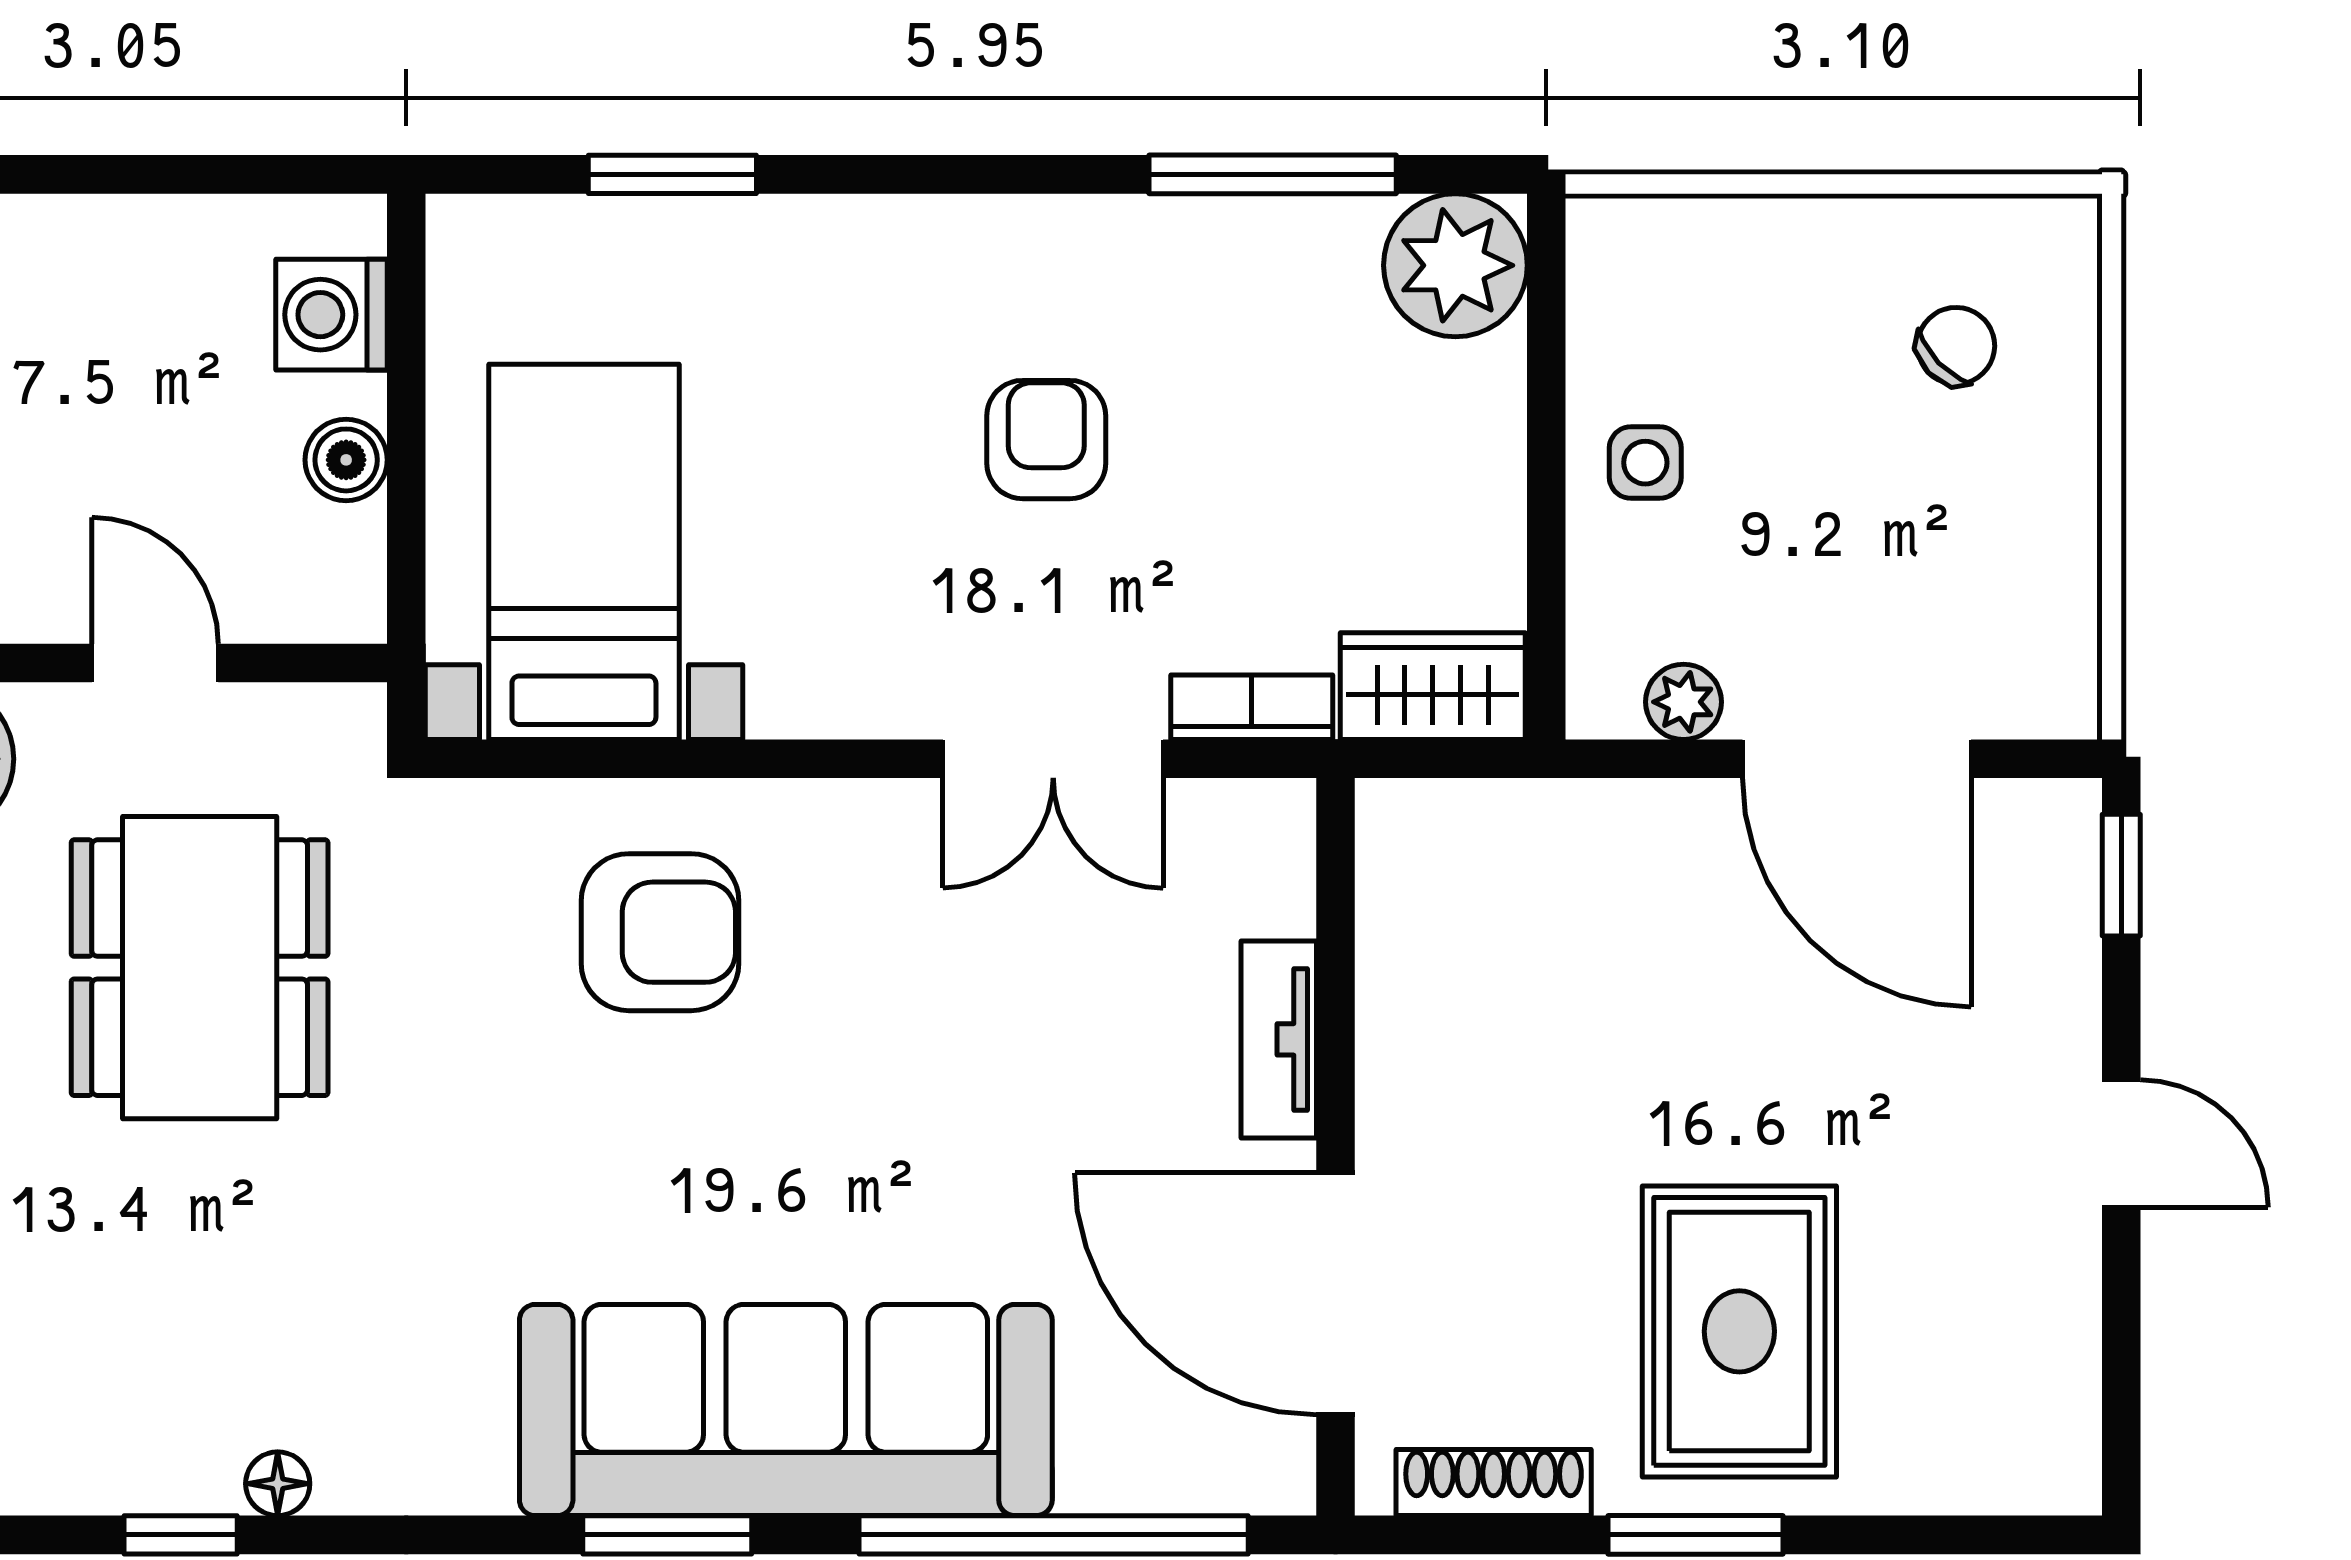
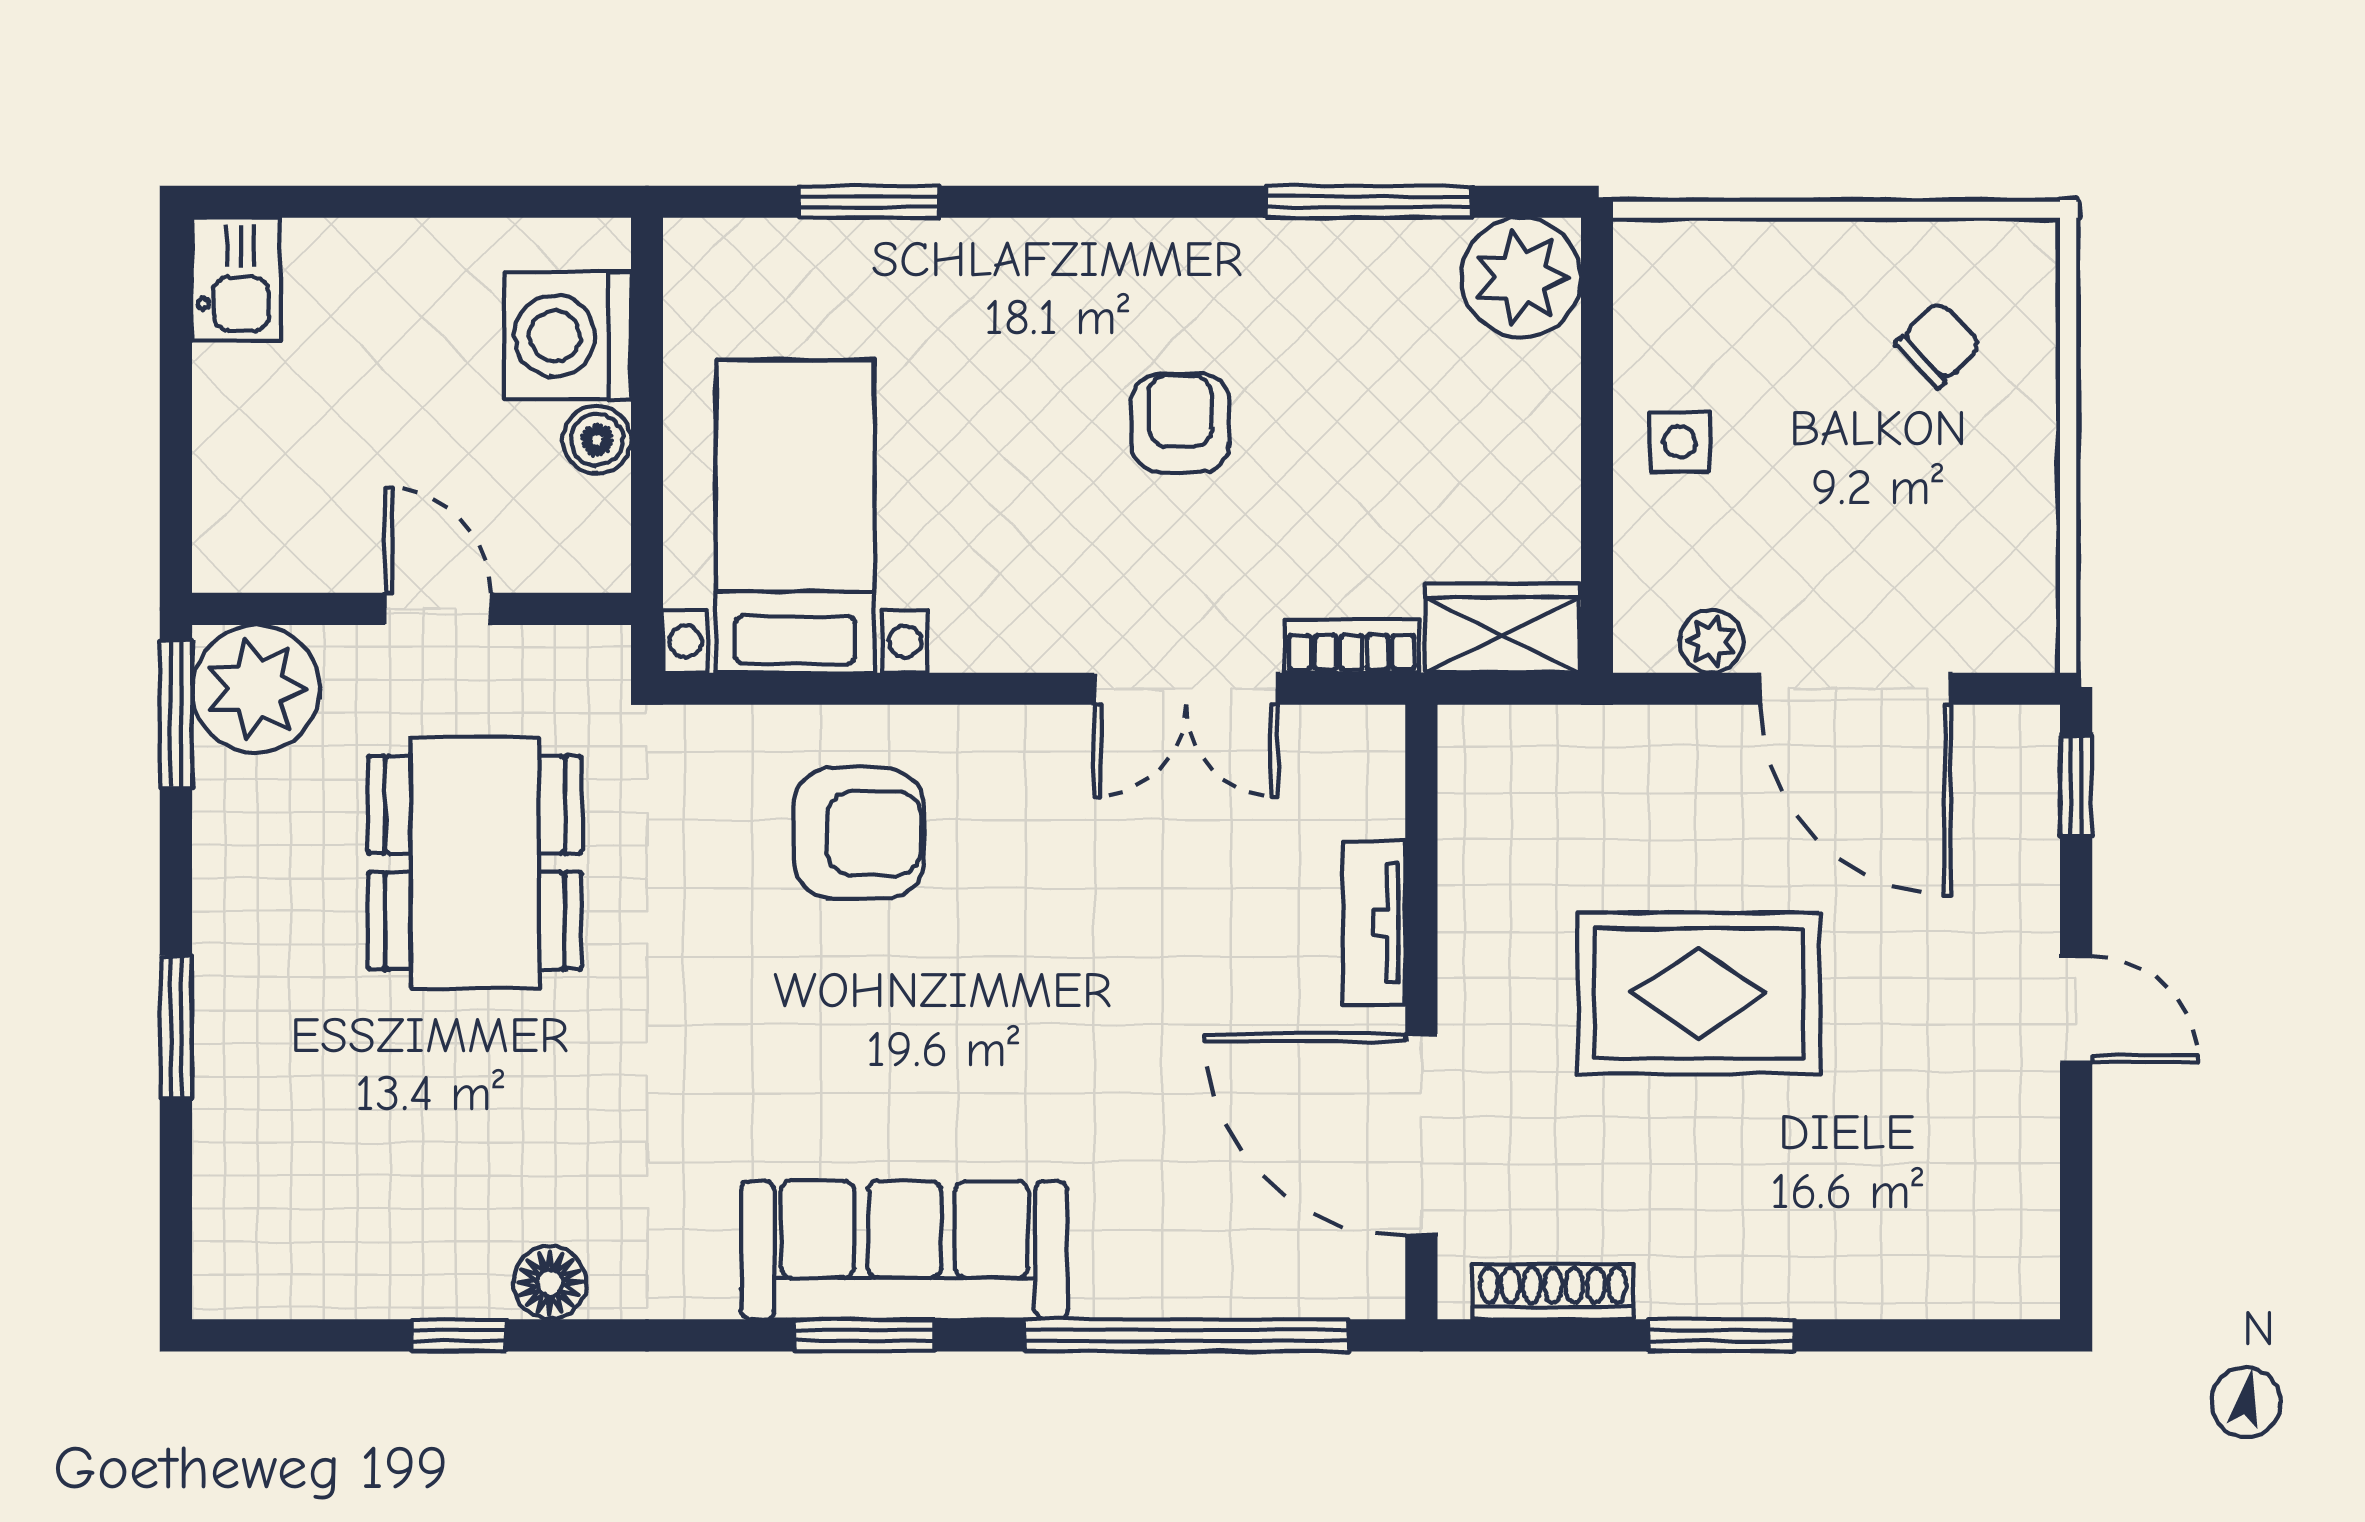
washing machine: (331, 315) -> (568, 336), width x1.37, depth x1.37
rug: (1739, 1331) -> (1699, 993), moved, turned 90
sofa: (786, 1410) -> (905, 1250), width x0.74, depth x0.79
floor lamp: (278, 1484) -> (550, 1283), width x1.37, depth x1.37

